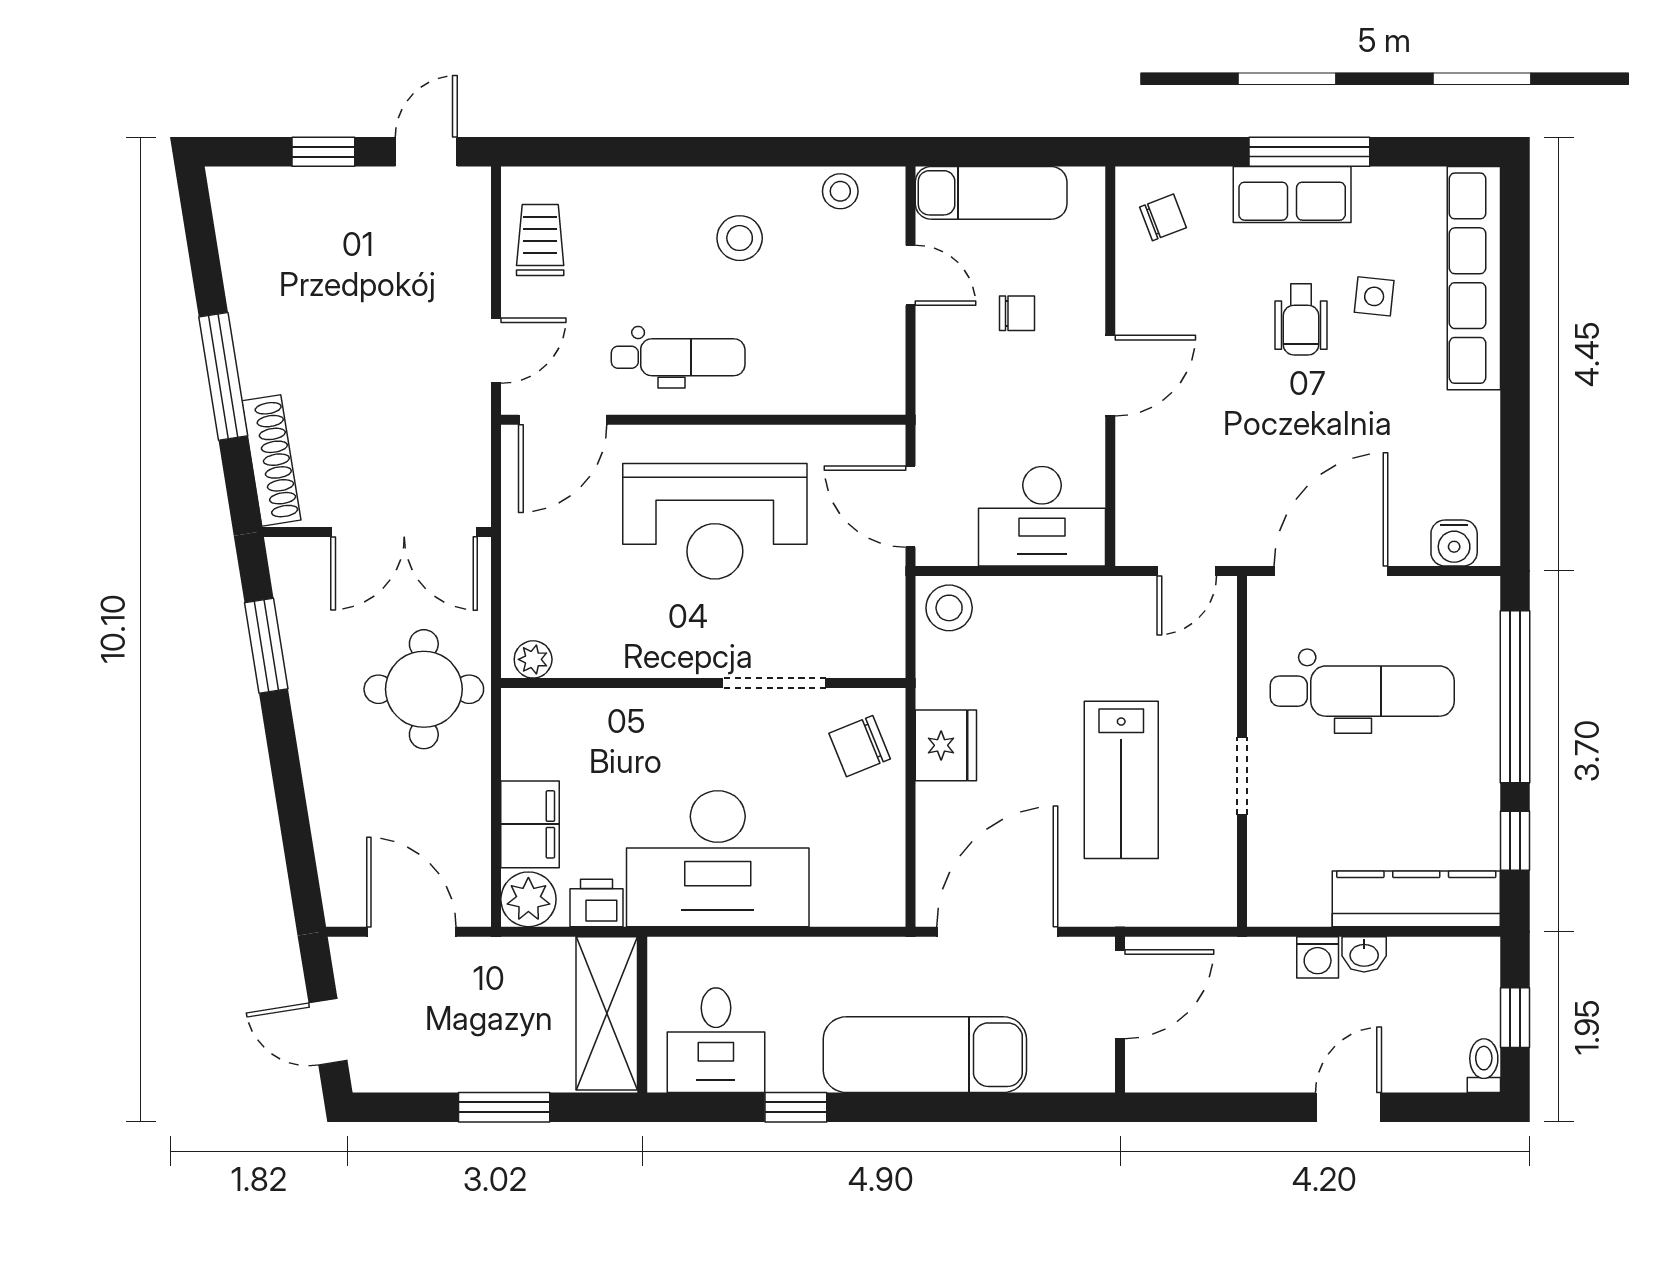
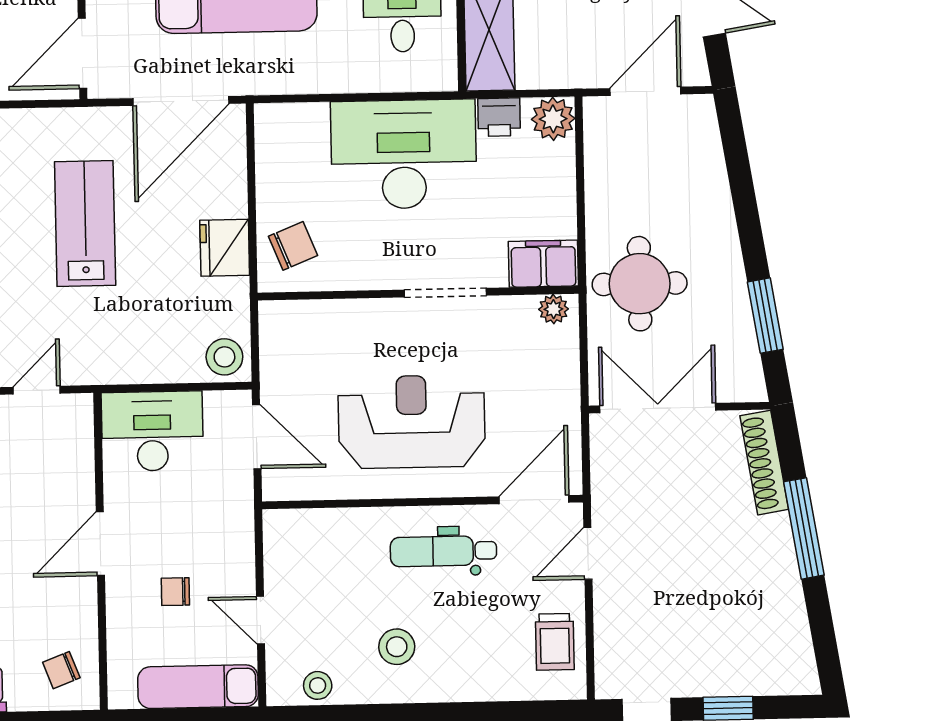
doorway: (774, 683) -> (445, 293), moved
filing cabinet: (530, 824) -> (543, 264), moved, turned 90
door: (411, 932) -> (645, 91), swing flipped

